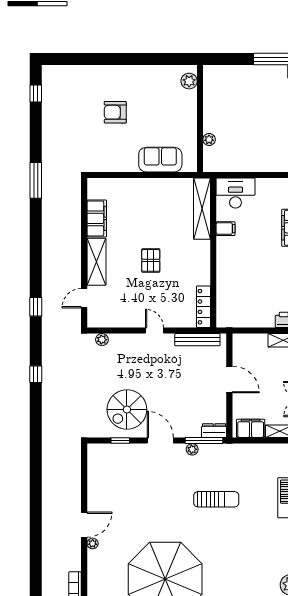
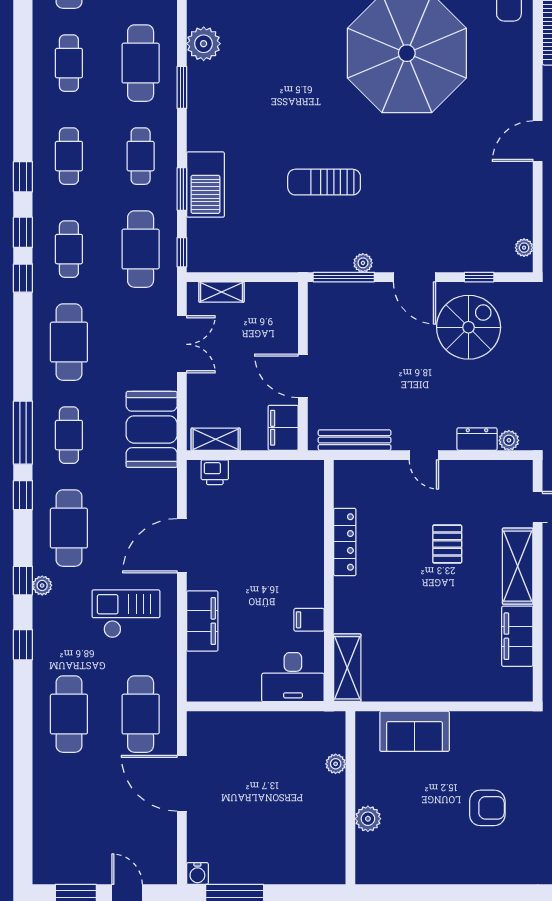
plant: (189, 81) -> (368, 819), moved
shelving: (202, 209) -> (347, 668), width x0.68
pallet: (151, 260) -> (447, 544), moved
locker: (203, 307) -> (345, 542), moved
filing cabinet: (251, 428) -> (283, 428), moved, turned 90
dresser: (214, 431) -> (477, 439), moved, turned 180
plant: (93, 543) -> (524, 248), moved

